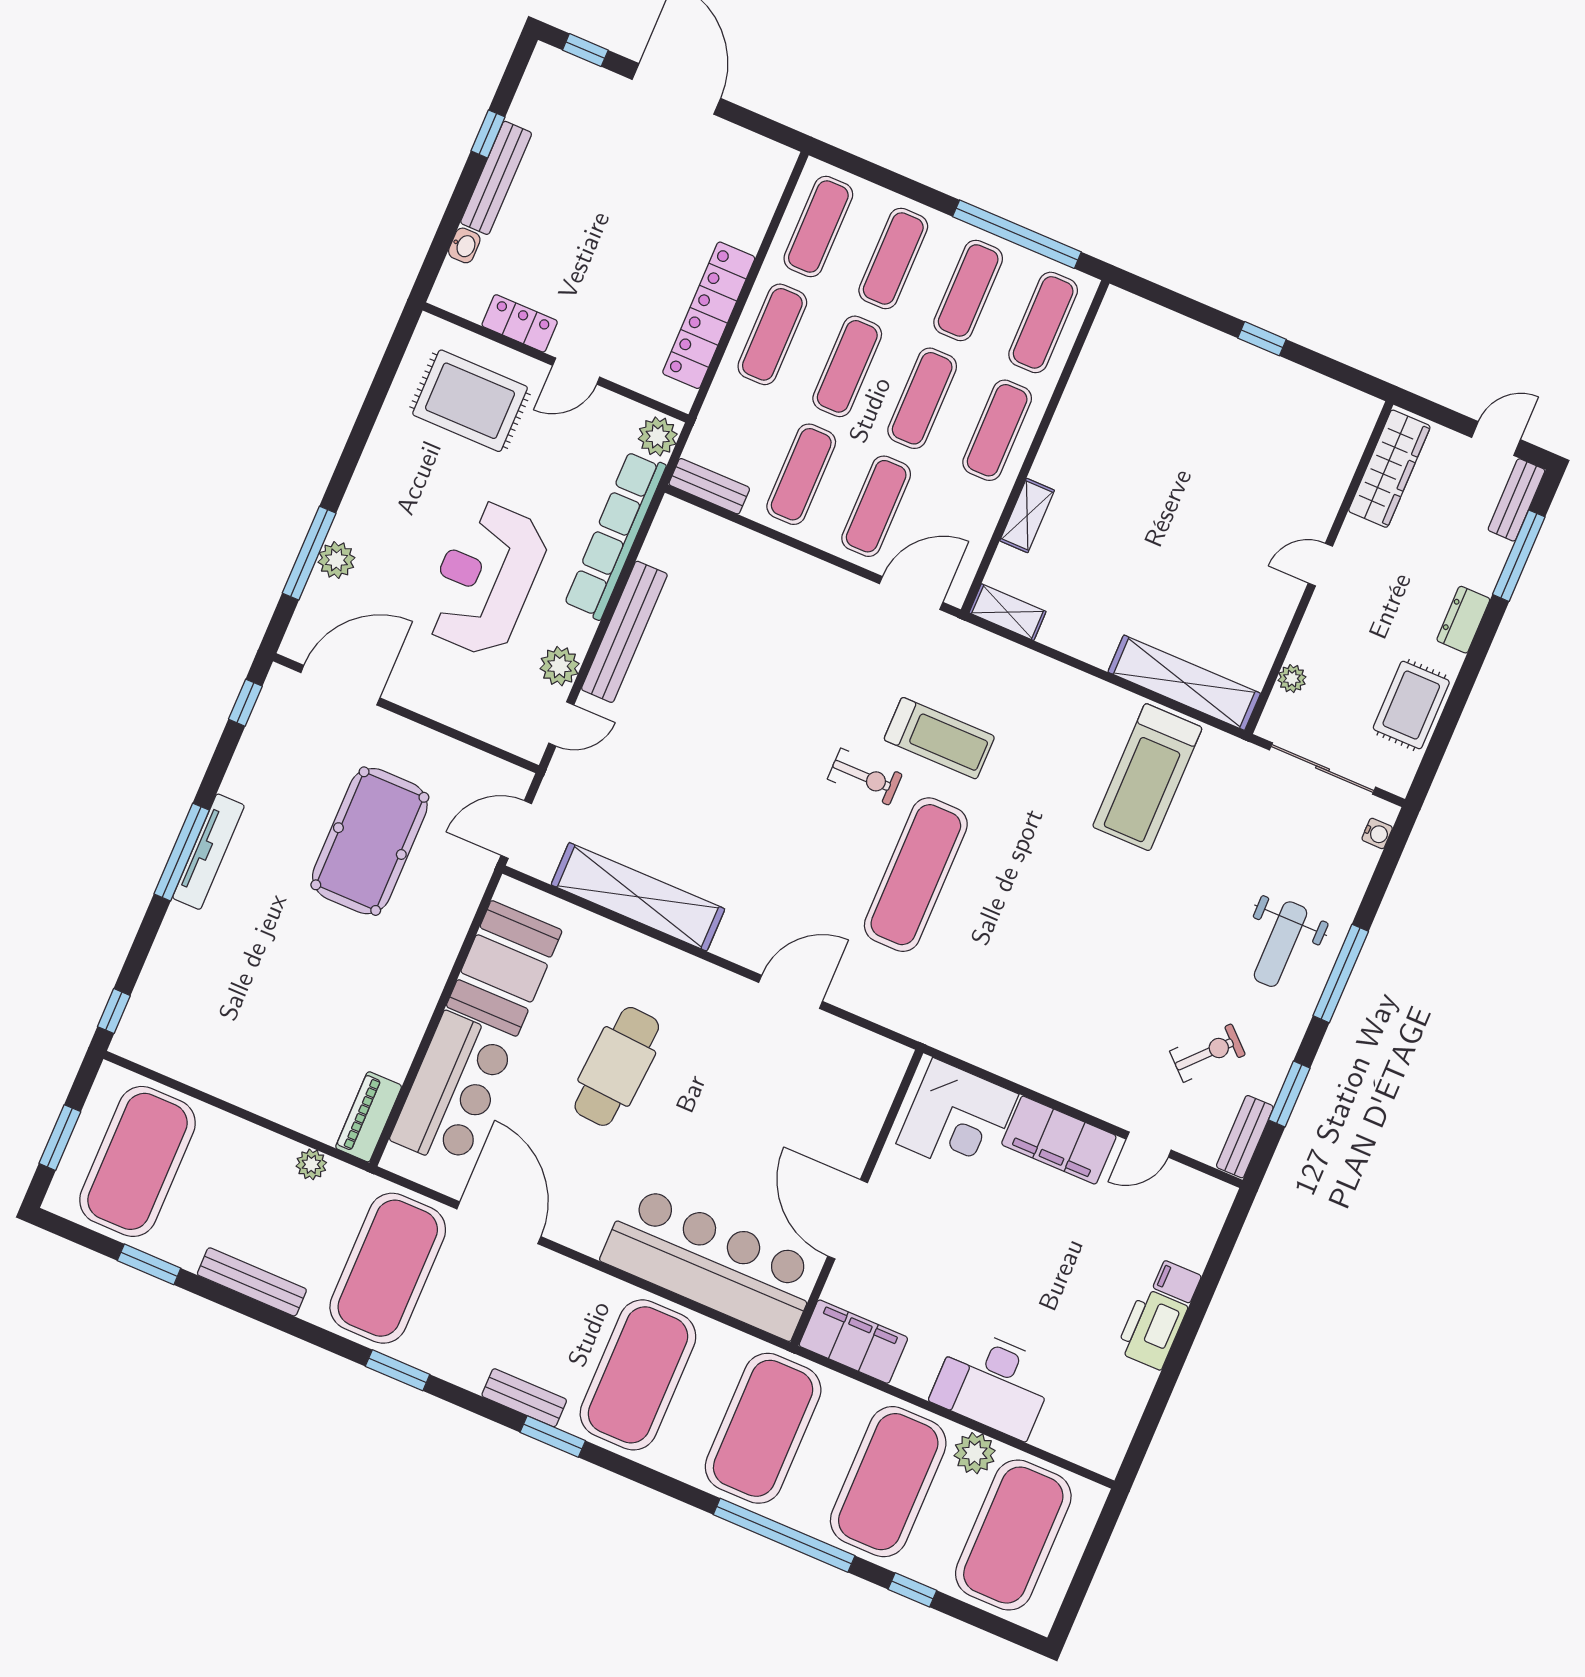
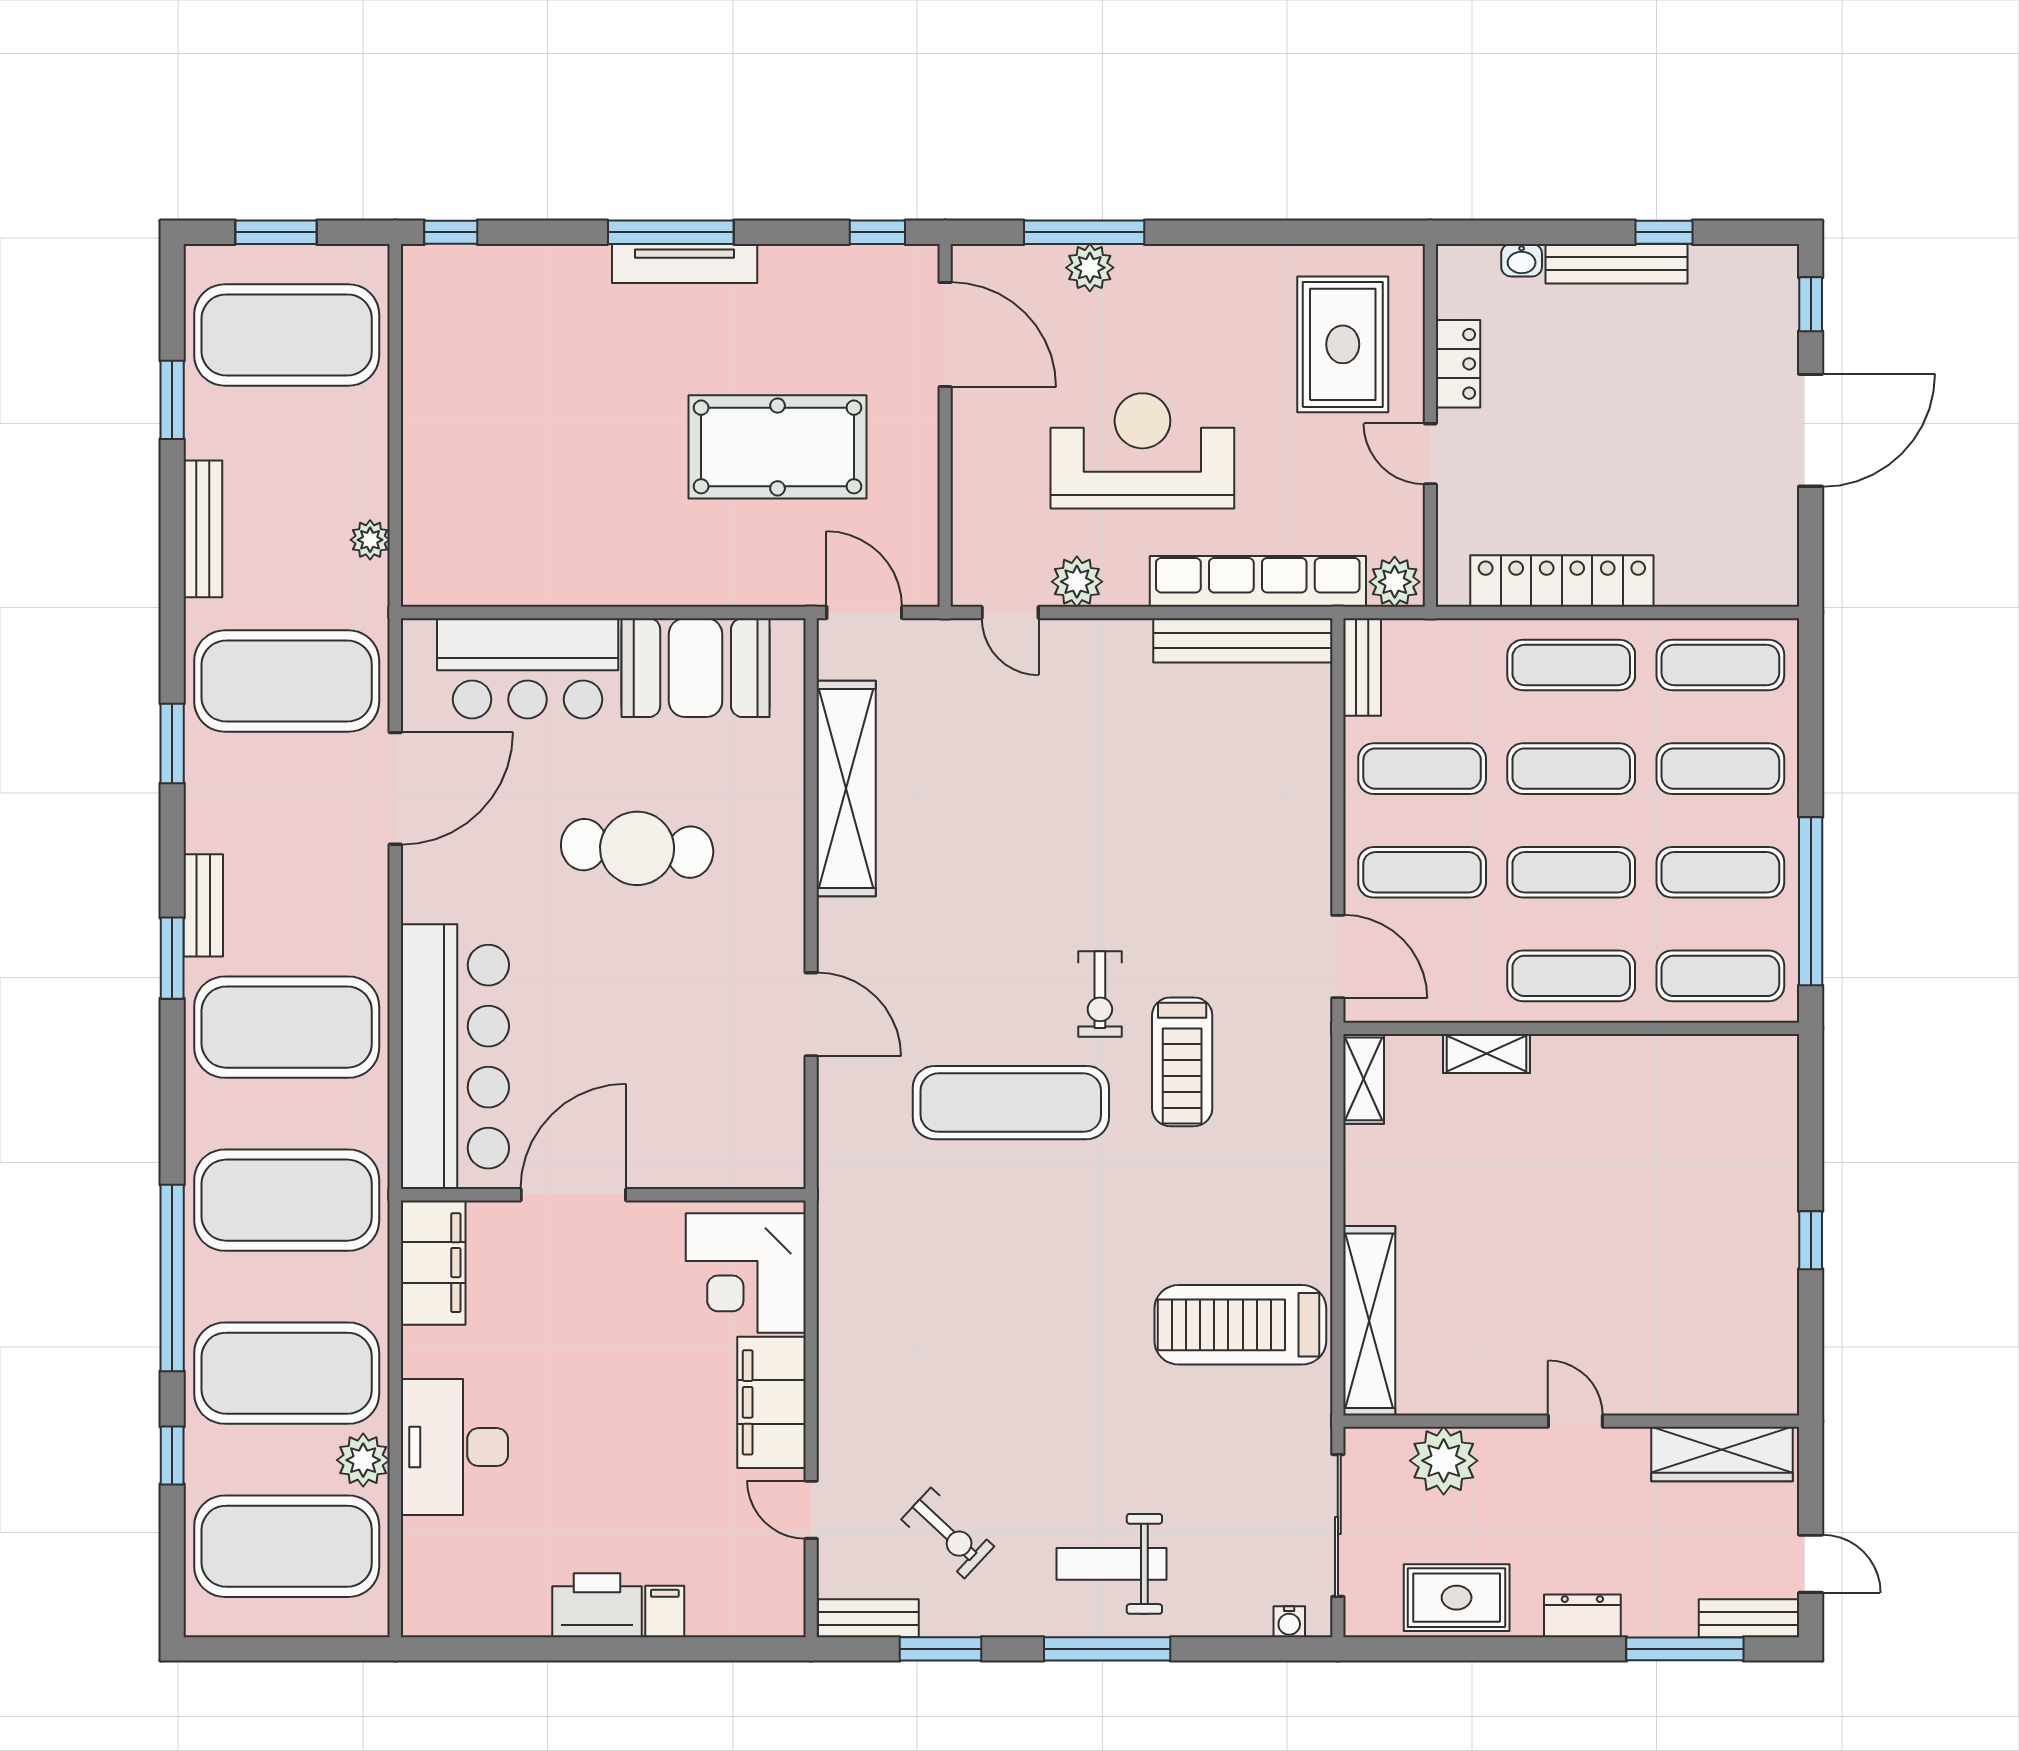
bench: (624, 632) -> (1243, 640), moved
plant: (1292, 679) -> (1444, 1461), width x1.87, depth x1.87
piano: (369, 1117) -> (454, 583), removed

